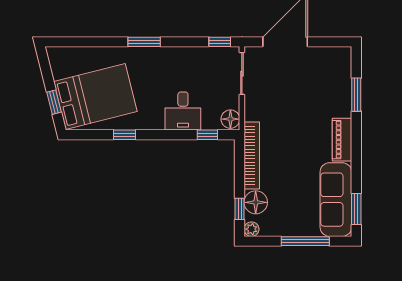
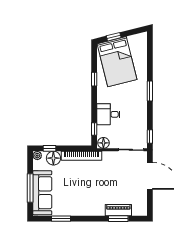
piano: (342, 140) -> (118, 210), moved
sofa: (336, 200) -> (42, 193), moved, turned 90
window: (356, 209) -> (61, 219), moved

